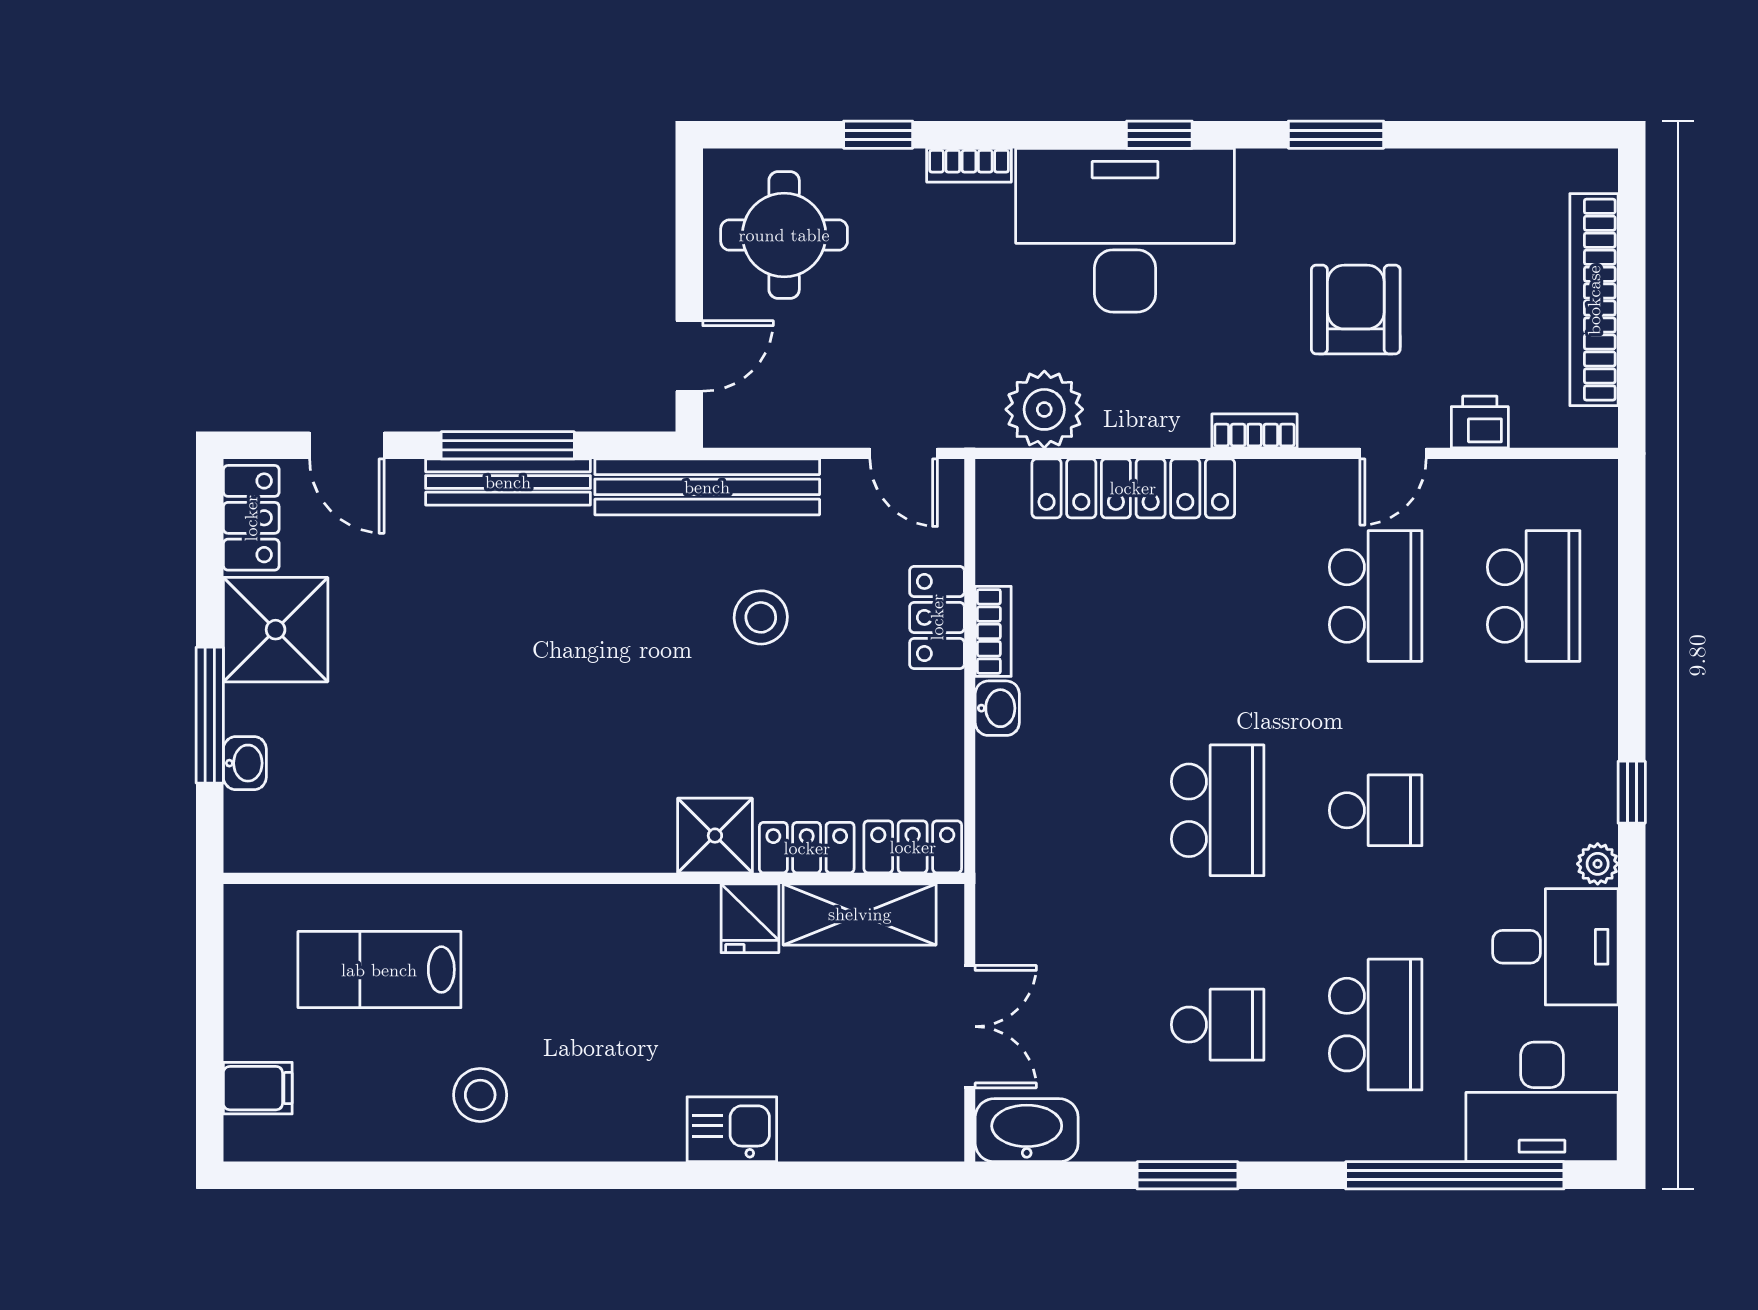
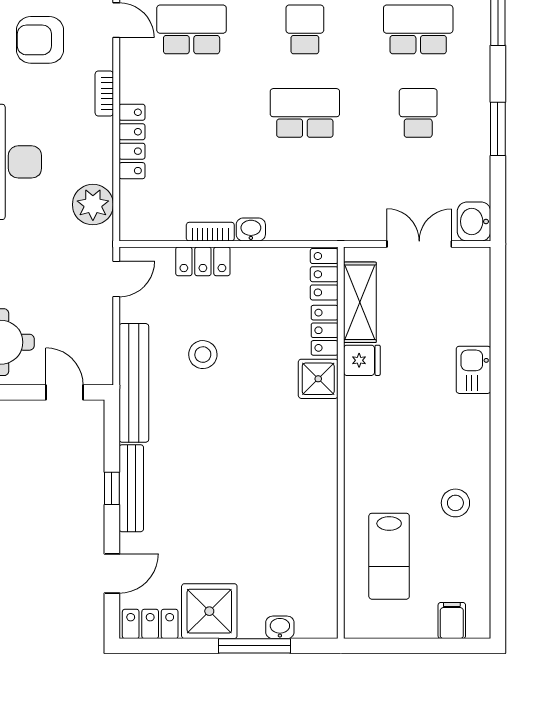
window: (508, 445) -> (112, 488), width x0.46
locker: (1133, 488) -> (132, 141), width x0.71, depth x0.83
washbasin: (1027, 1130) -> (474, 221), width x0.72

